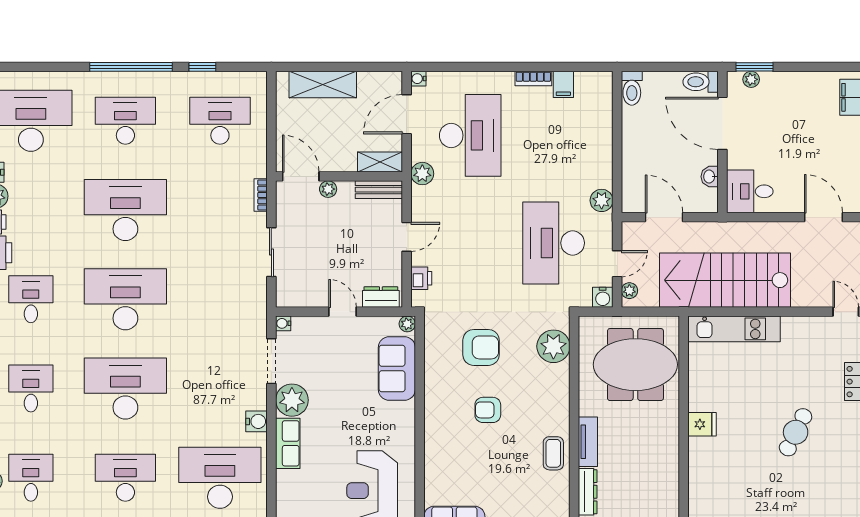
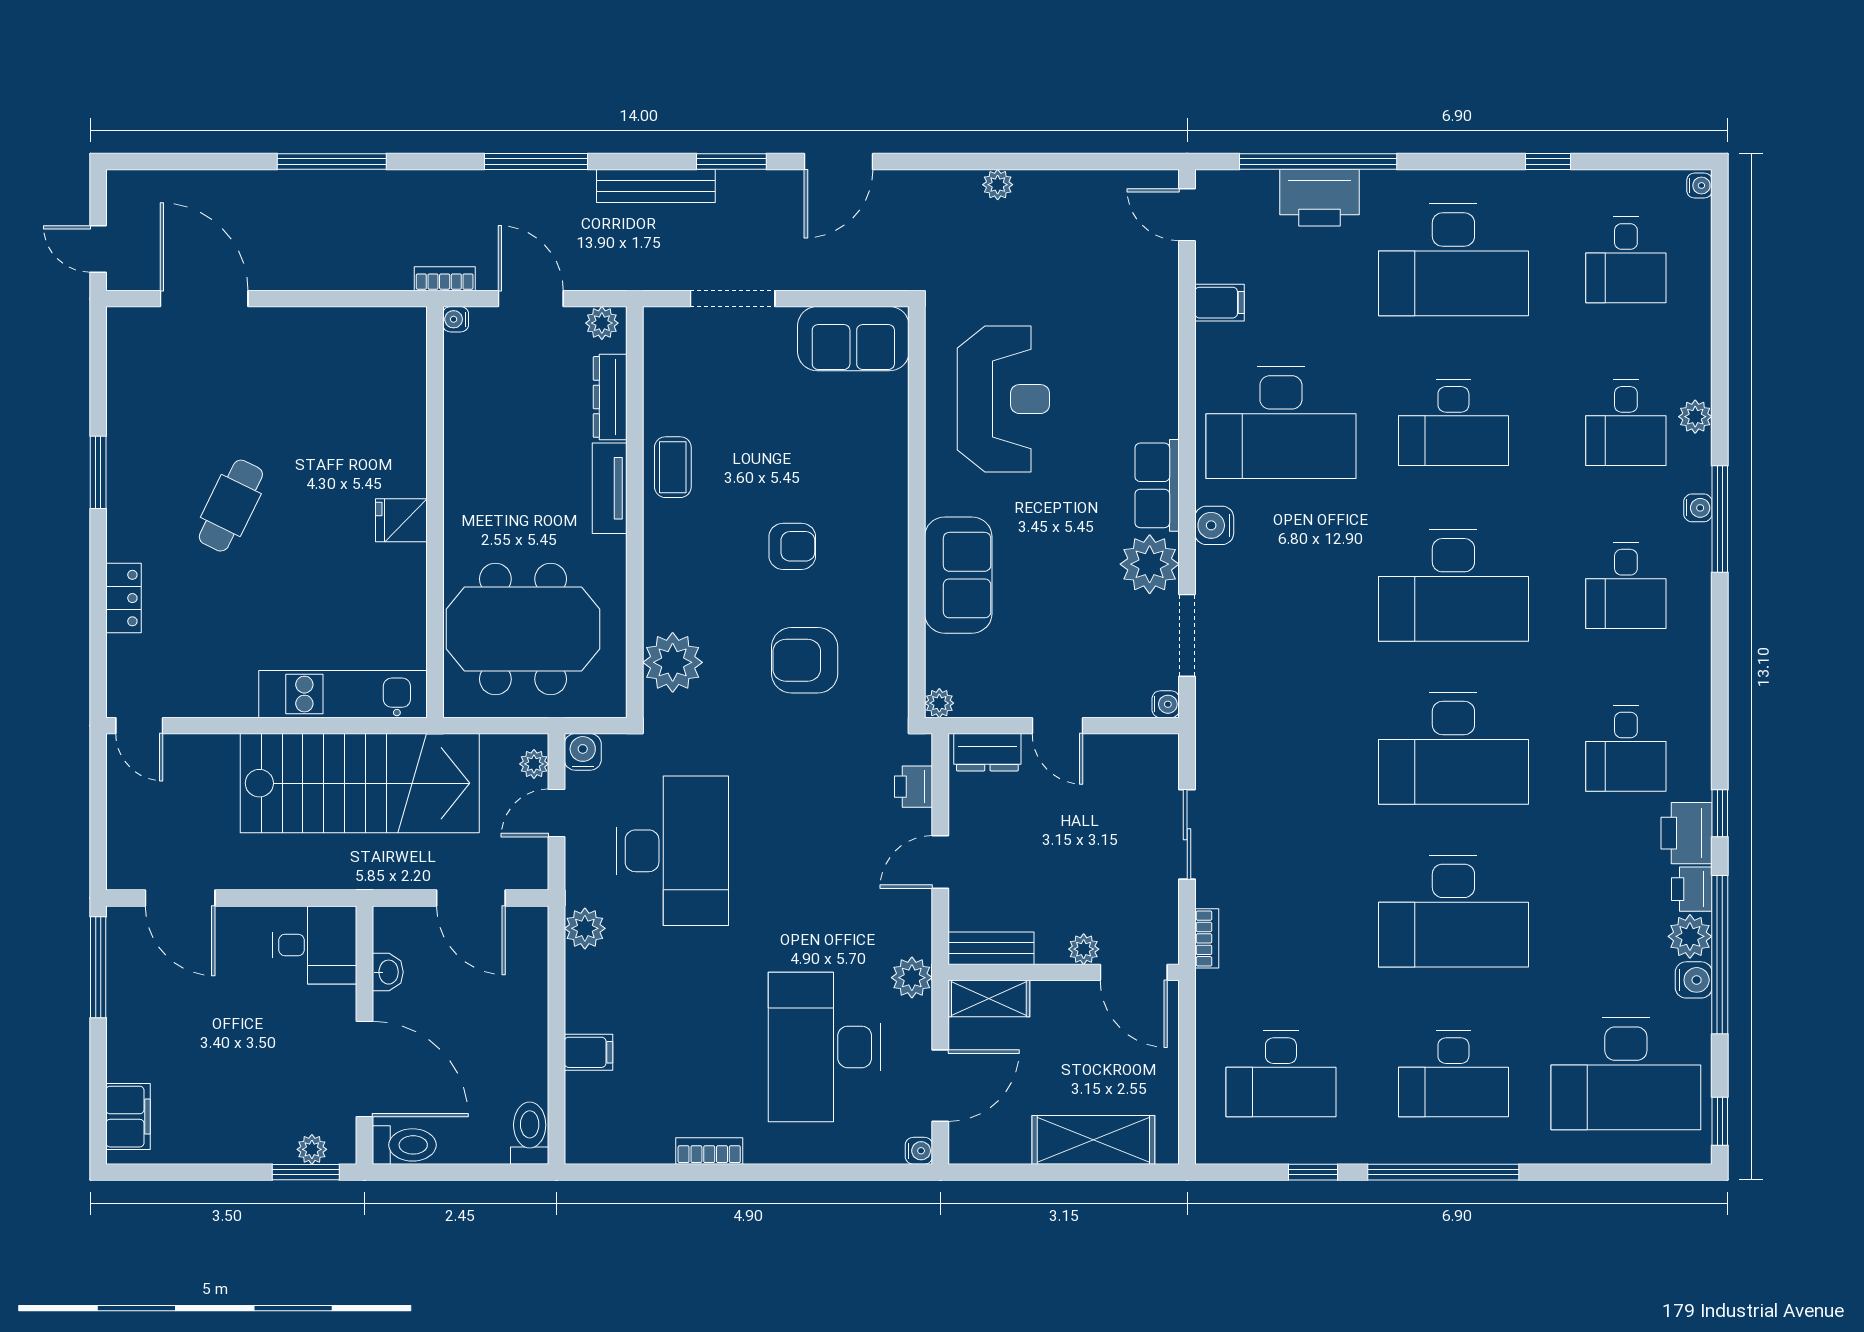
filing cabinet: (563, 84) -> (588, 1052), moved, turned 90
sofa: (397, 369) -> (958, 575), moved

